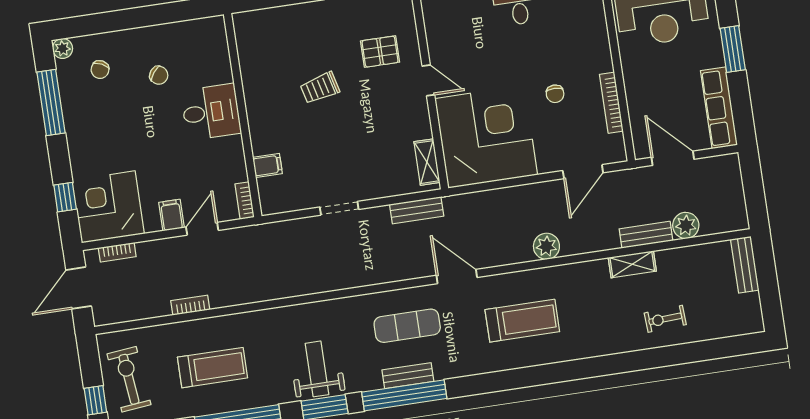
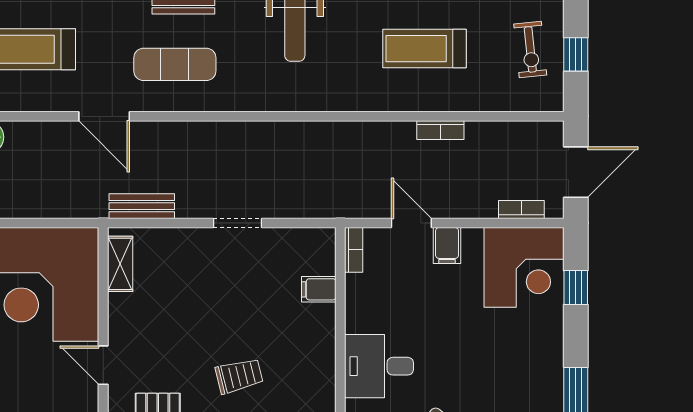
door: (202, 229) -> (411, 223), swing flipped
exercise bike: (129, 379) -> (530, 49), width x0.73, depth x0.72
window: (95, 400) -> (576, 54), moved

